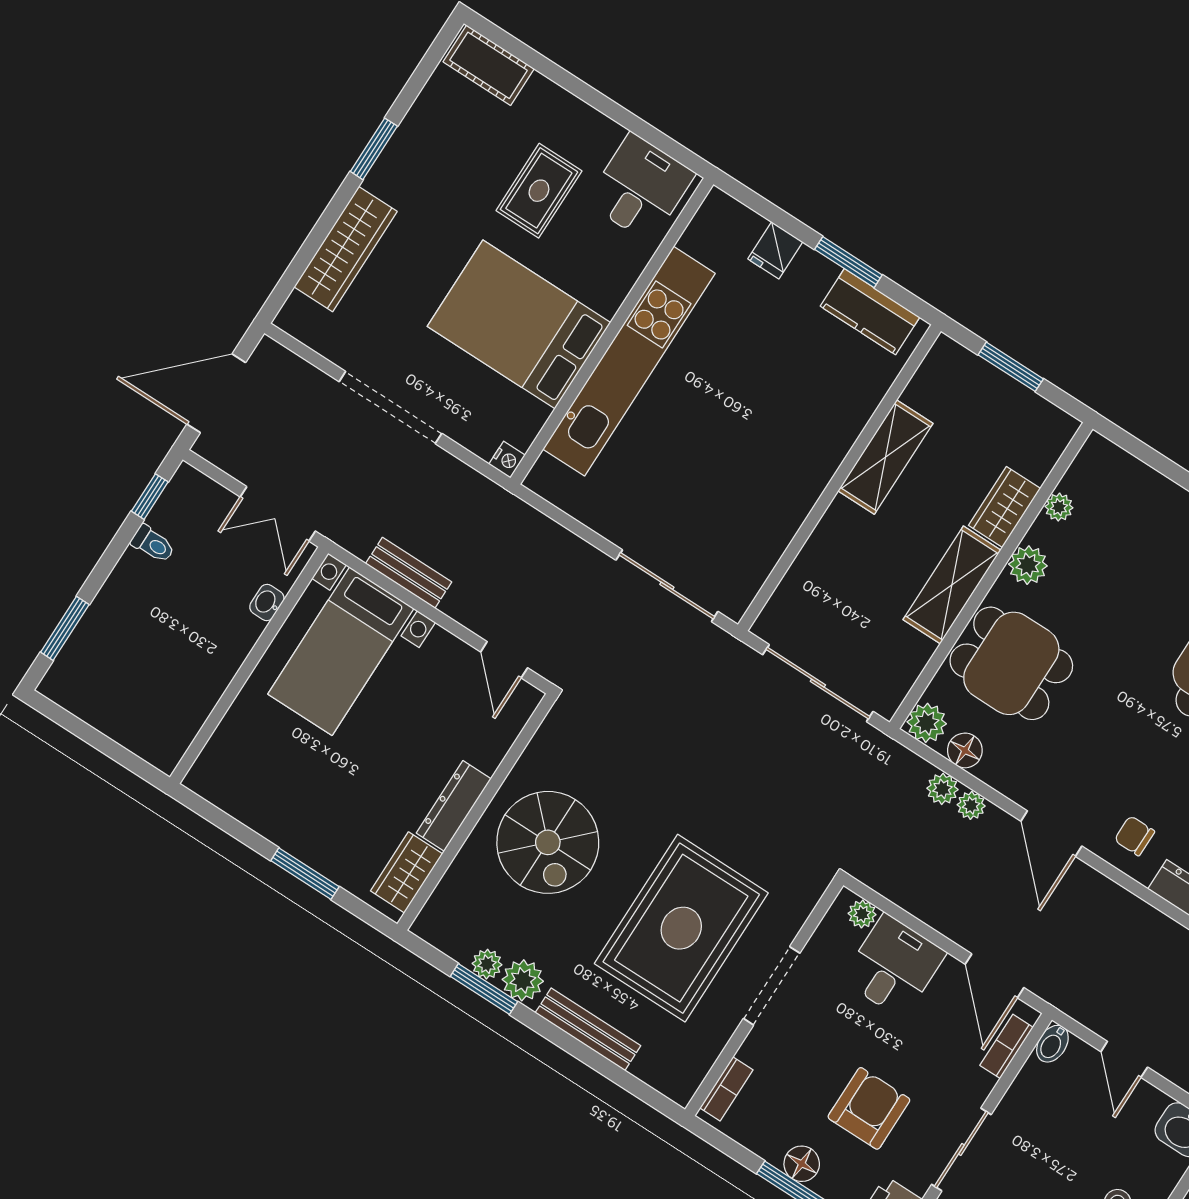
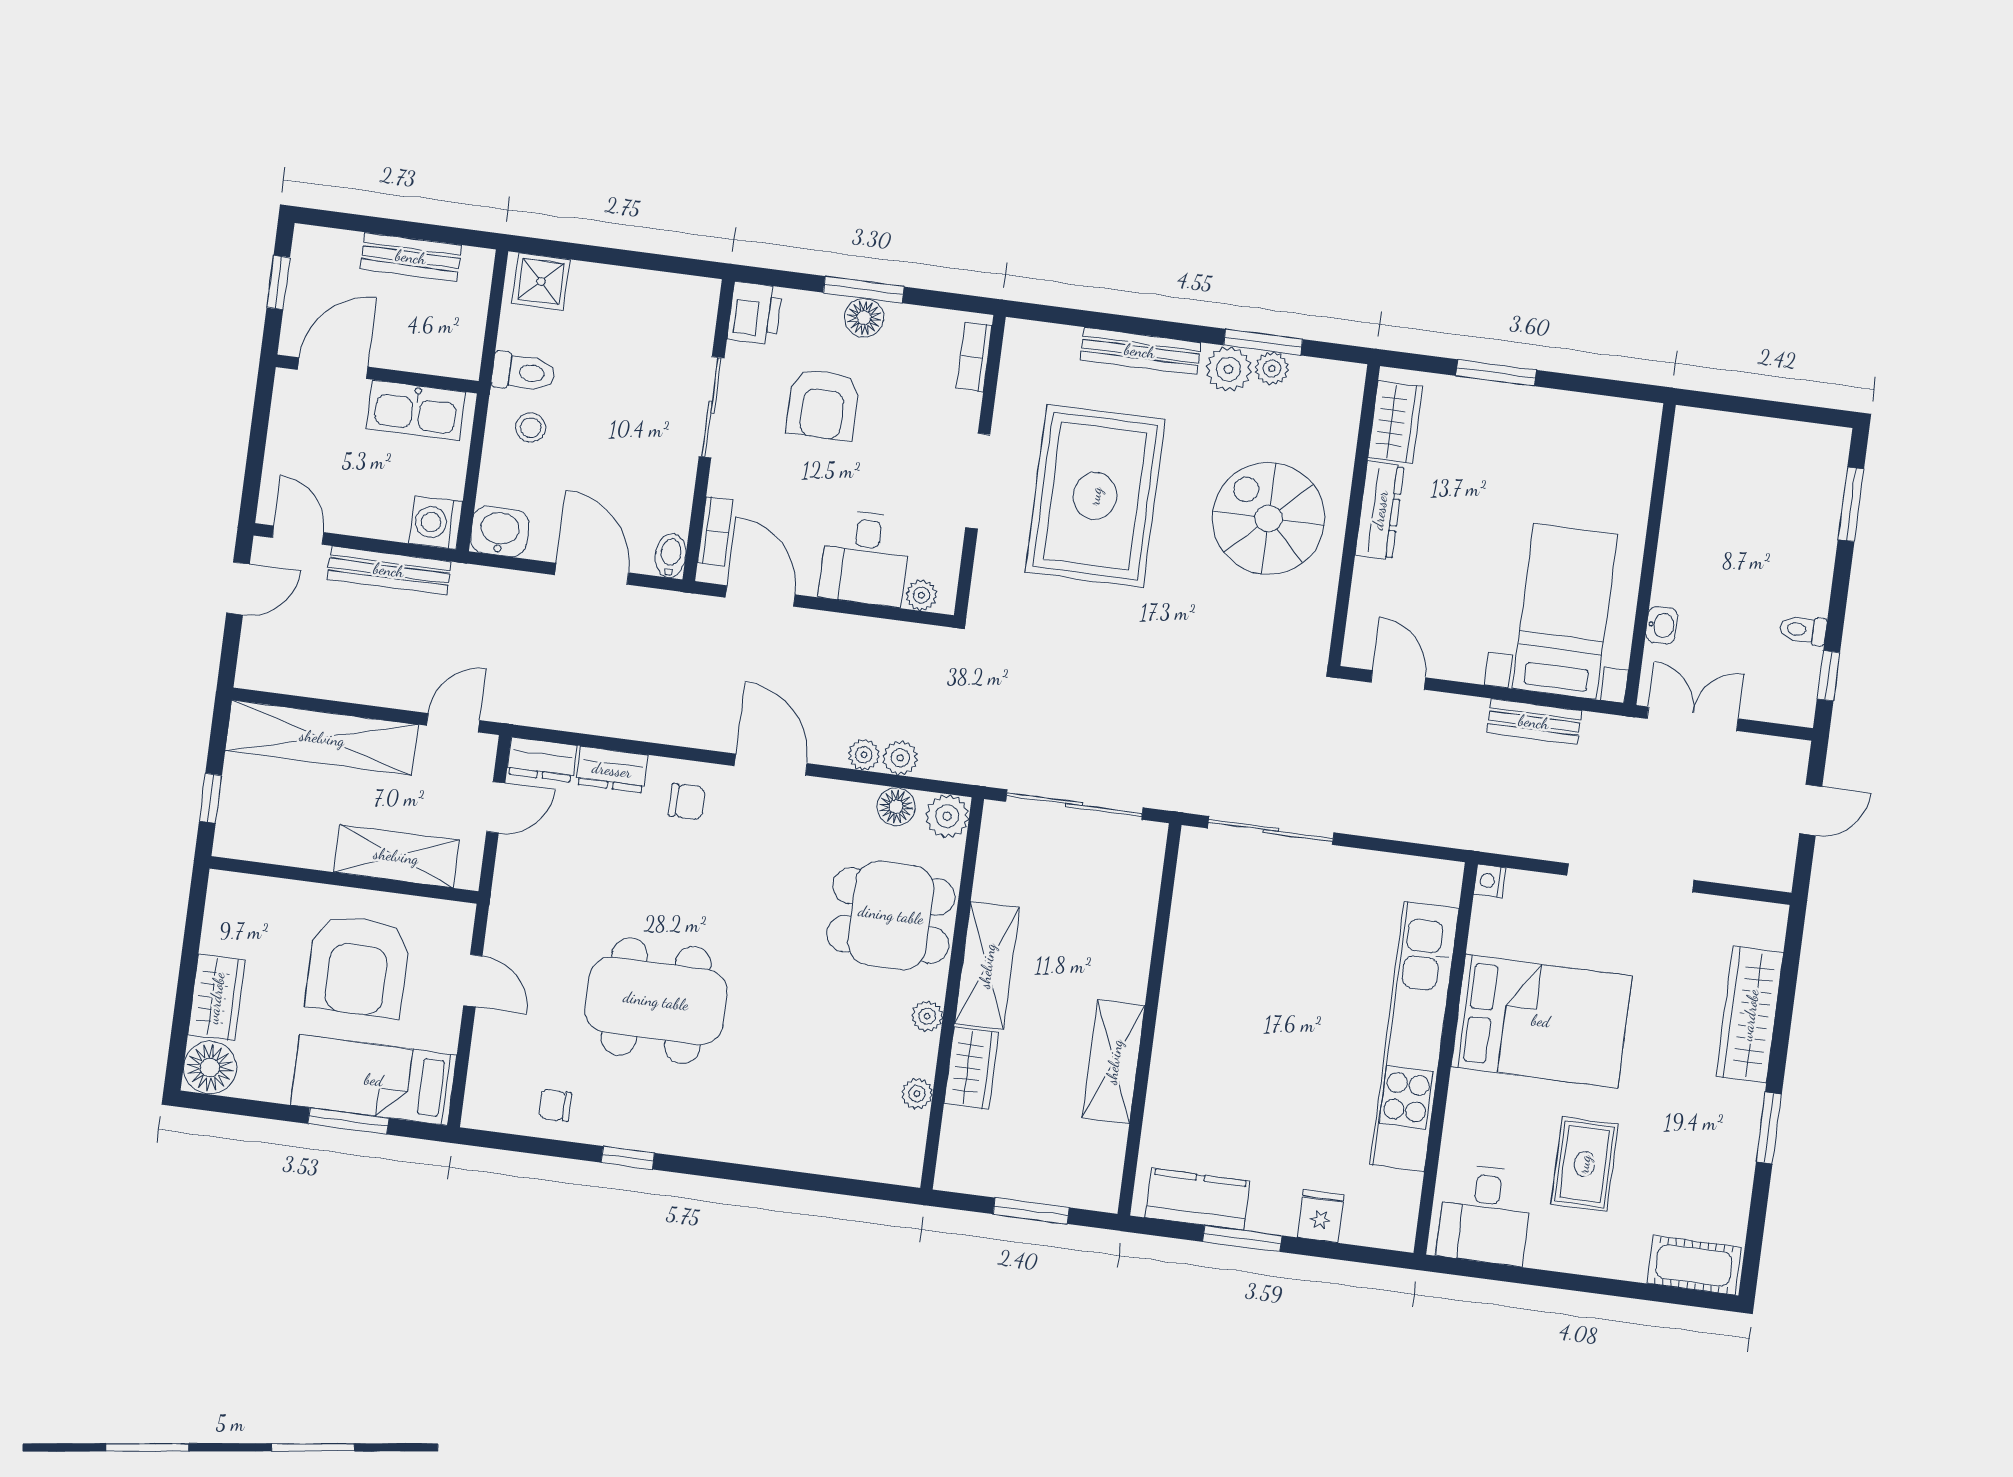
door: (216, 393) -> (1811, 810), width x0.53
plant: (1028, 565) -> (927, 1016), width x0.73, depth x0.73
door: (1124, 1059) -> (592, 574), width x1.38

